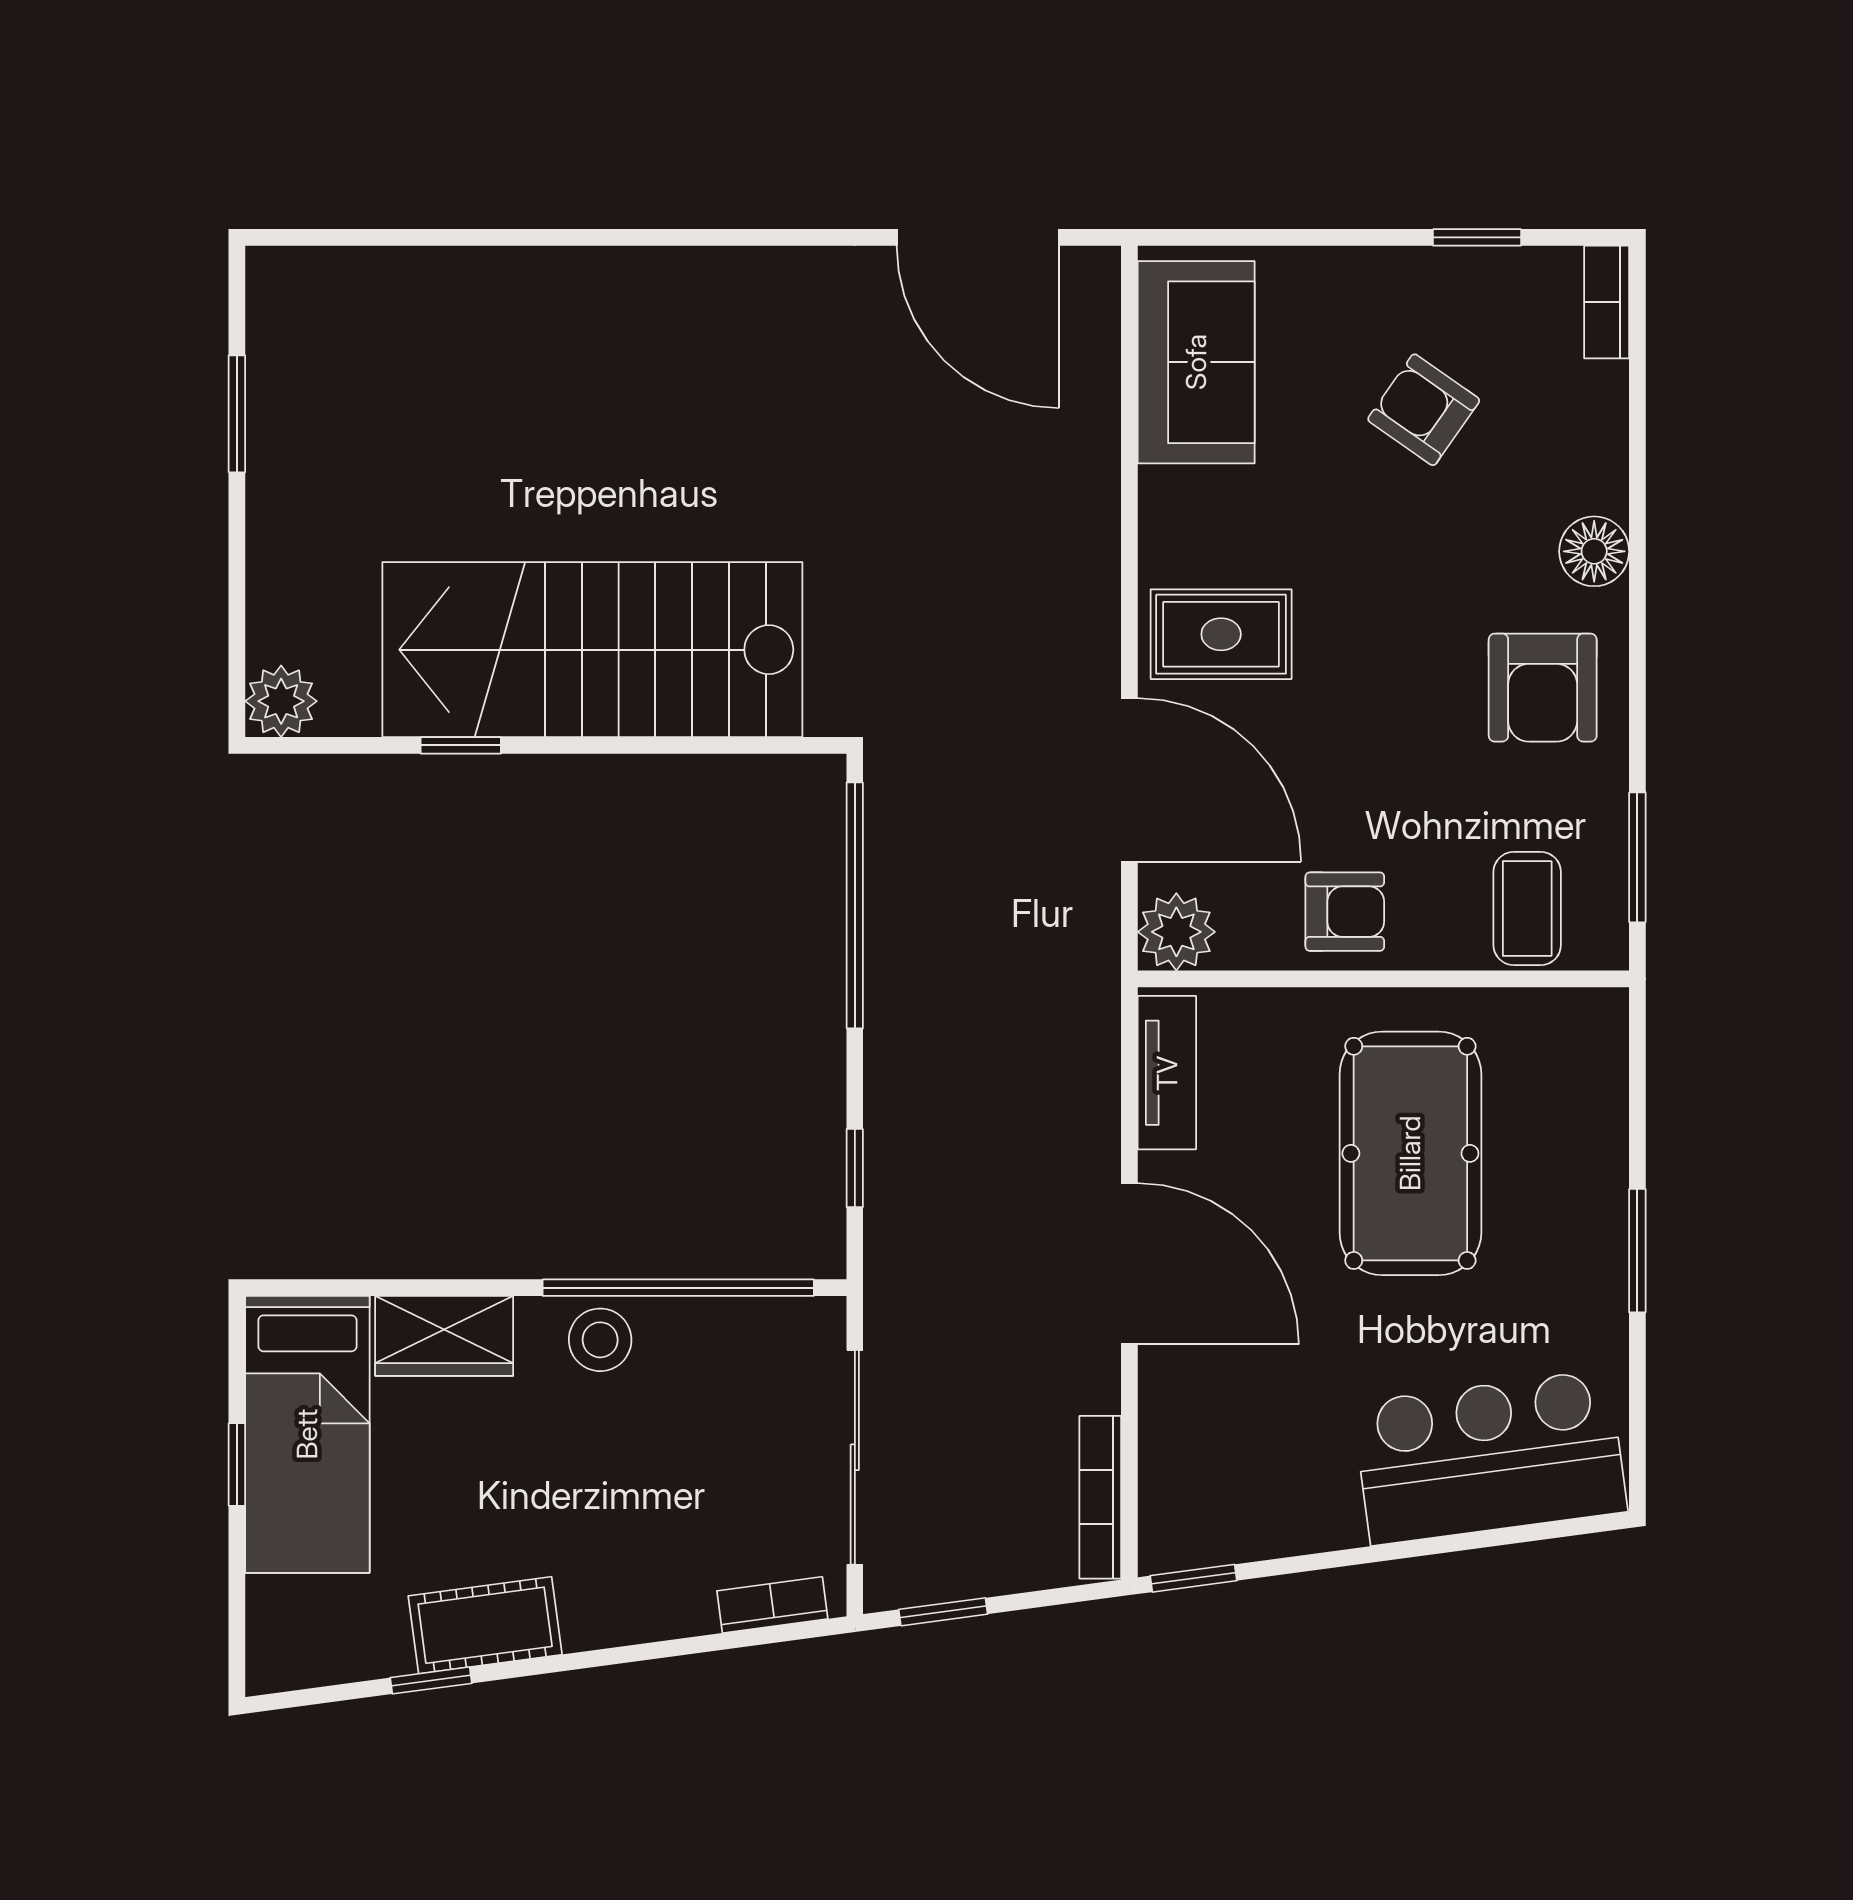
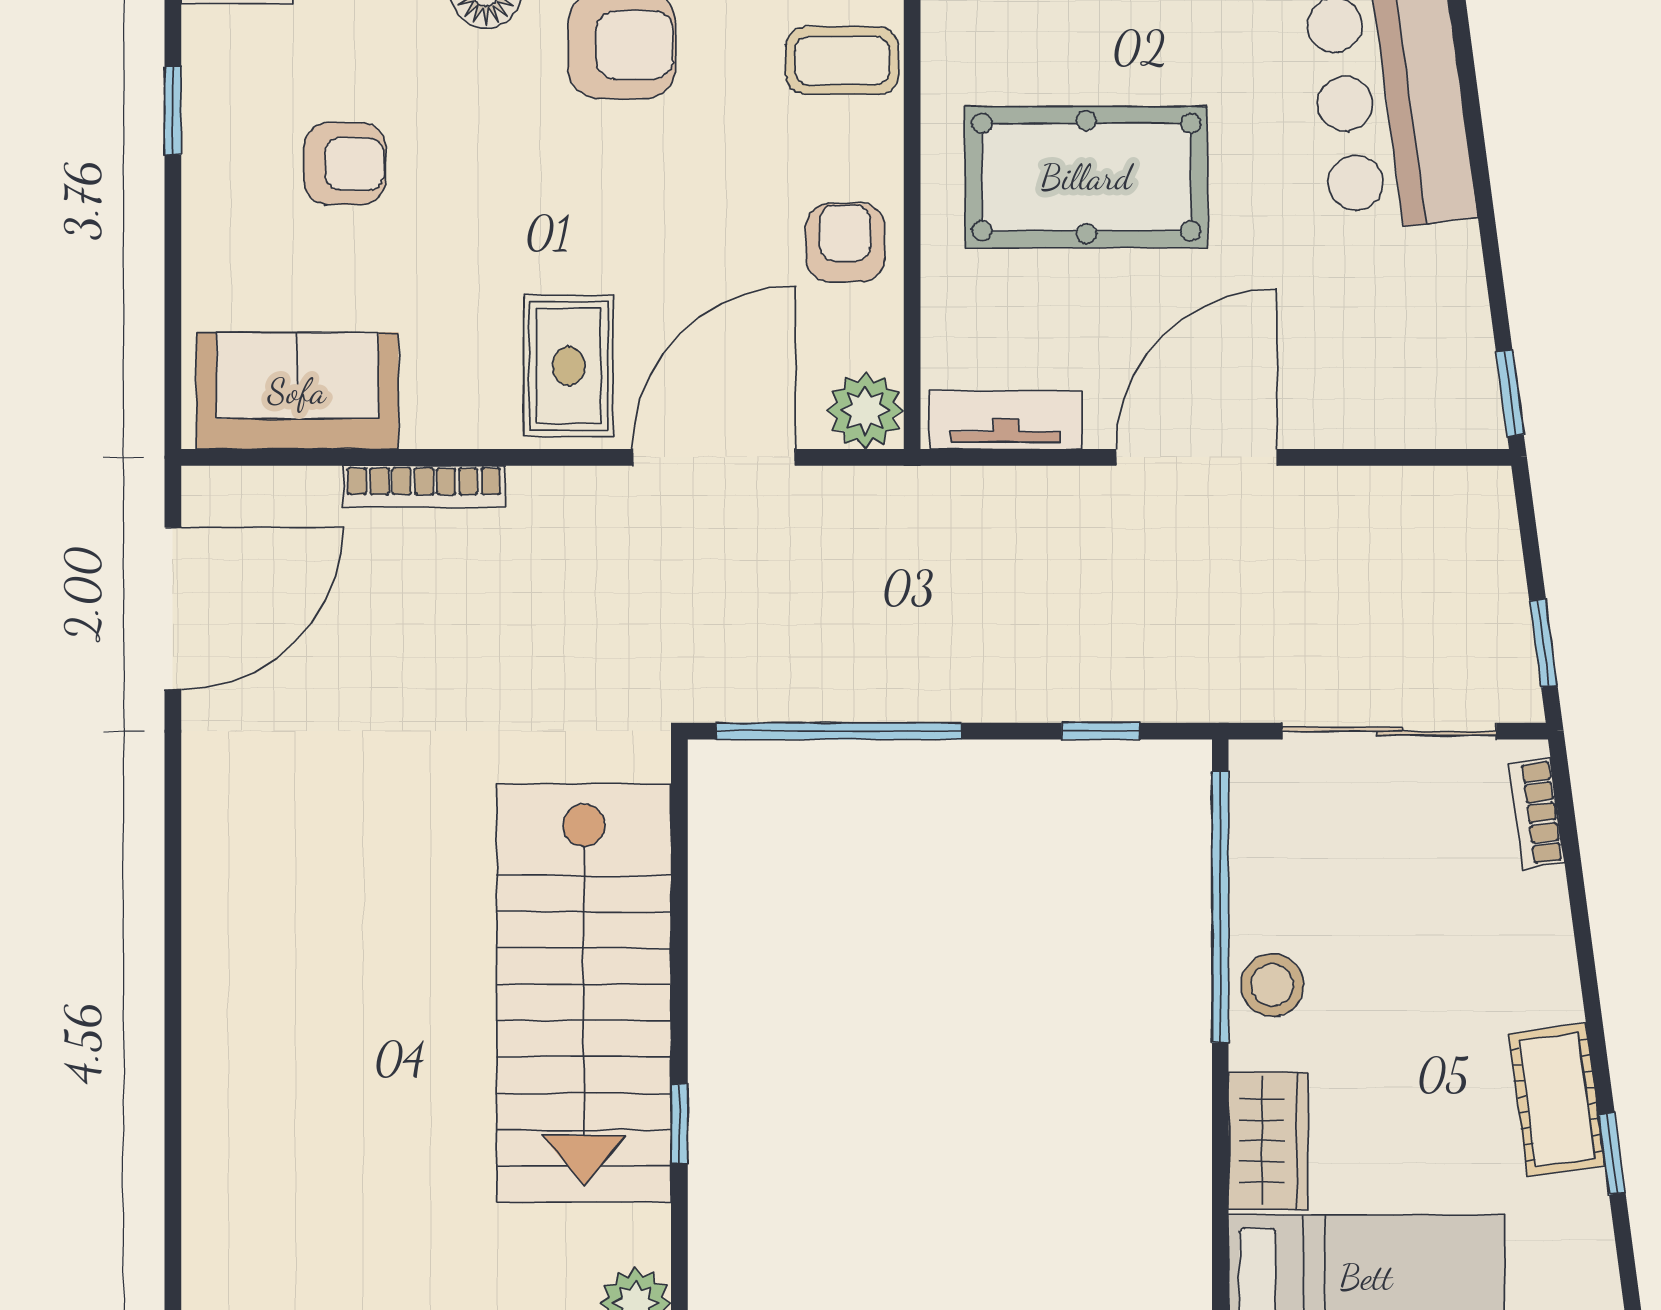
armchair: (1424, 410) -> (345, 164), turned -125
bookcase: (1100, 1497) -> (424, 486), moved

